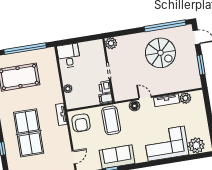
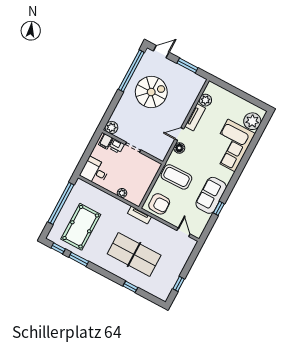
printer: (105, 87) -> (117, 146), moved
filing cabinet: (106, 98) -> (106, 141), moved

